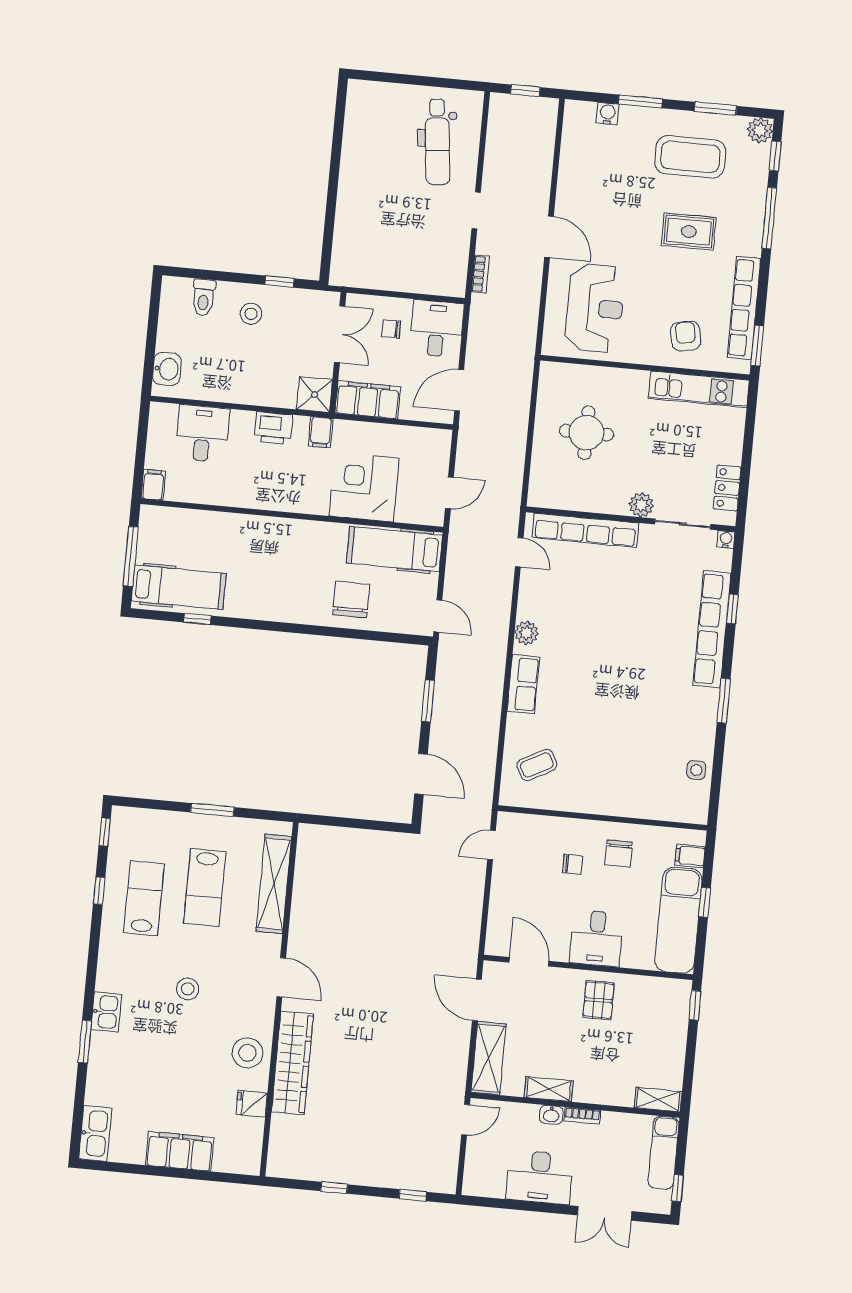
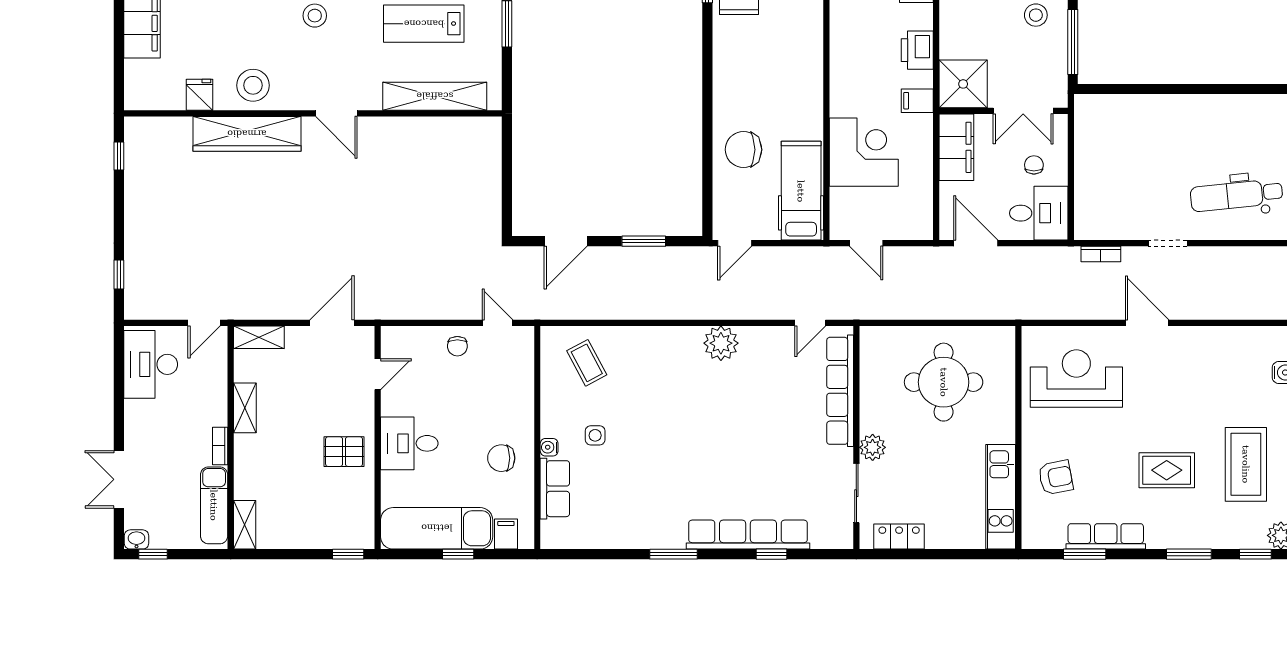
window: (769, 218) -> (1189, 554), width x0.69
rug: (689, 232) -> (1167, 470), turned 90
door: (549, 237) -> (1147, 323), swing flipped
window: (279, 282) -> (1073, 42), width x2.17
reception desk: (595, 308) -> (1076, 379), turned 180
row of seats: (744, 308) -> (1106, 536), width x0.73
window: (757, 346) -> (1085, 554), moved
shower: (314, 395) -> (963, 84), width x1.36, depth x1.36
round table: (586, 433) -> (944, 382), width x1.36, depth x1.36
water cooler: (726, 539) -> (549, 447), moved, turned 180
chair: (351, 599) -> (743, 150), turned 180
plant: (526, 633) -> (721, 343), width x1.36, depth x1.36
row of seats: (523, 684) -> (555, 489), moved, turned -90
side table: (696, 770) -> (595, 435), moved
chair: (573, 864) -> (457, 346), moved
door: (529, 962) -> (378, 374), width x0.73
door: (281, 977) -> (336, 113), hinge flipped
shelving: (489, 1058) -> (259, 337), width x0.67, depth x0.75
washbasin: (551, 1115) -> (136, 539), moved, turned 90
door: (466, 1120) -> (204, 323), hinge flipped
exam couch: (664, 1153) -> (214, 505), moved, turned -90
desk: (539, 1177) -> (151, 364), moved
window: (334, 1188) -> (119, 156), moved

